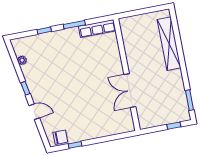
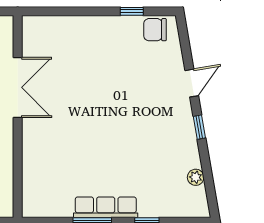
row of seats: (97, 28) -> (106, 207), moved
door: (34, 112) -> (192, 83), swing flipped

